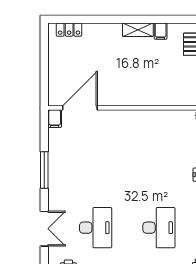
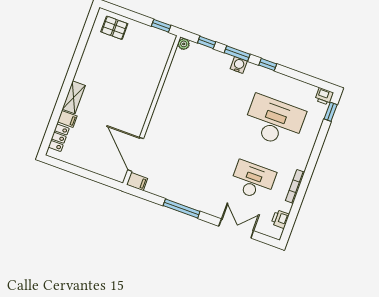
shelving: (138, 30) -> (74, 97), moved
filing cabinet: (161, 31) -> (67, 119), moved
desk: (159, 228) -> (274, 121), width x1.36, depth x1.30

